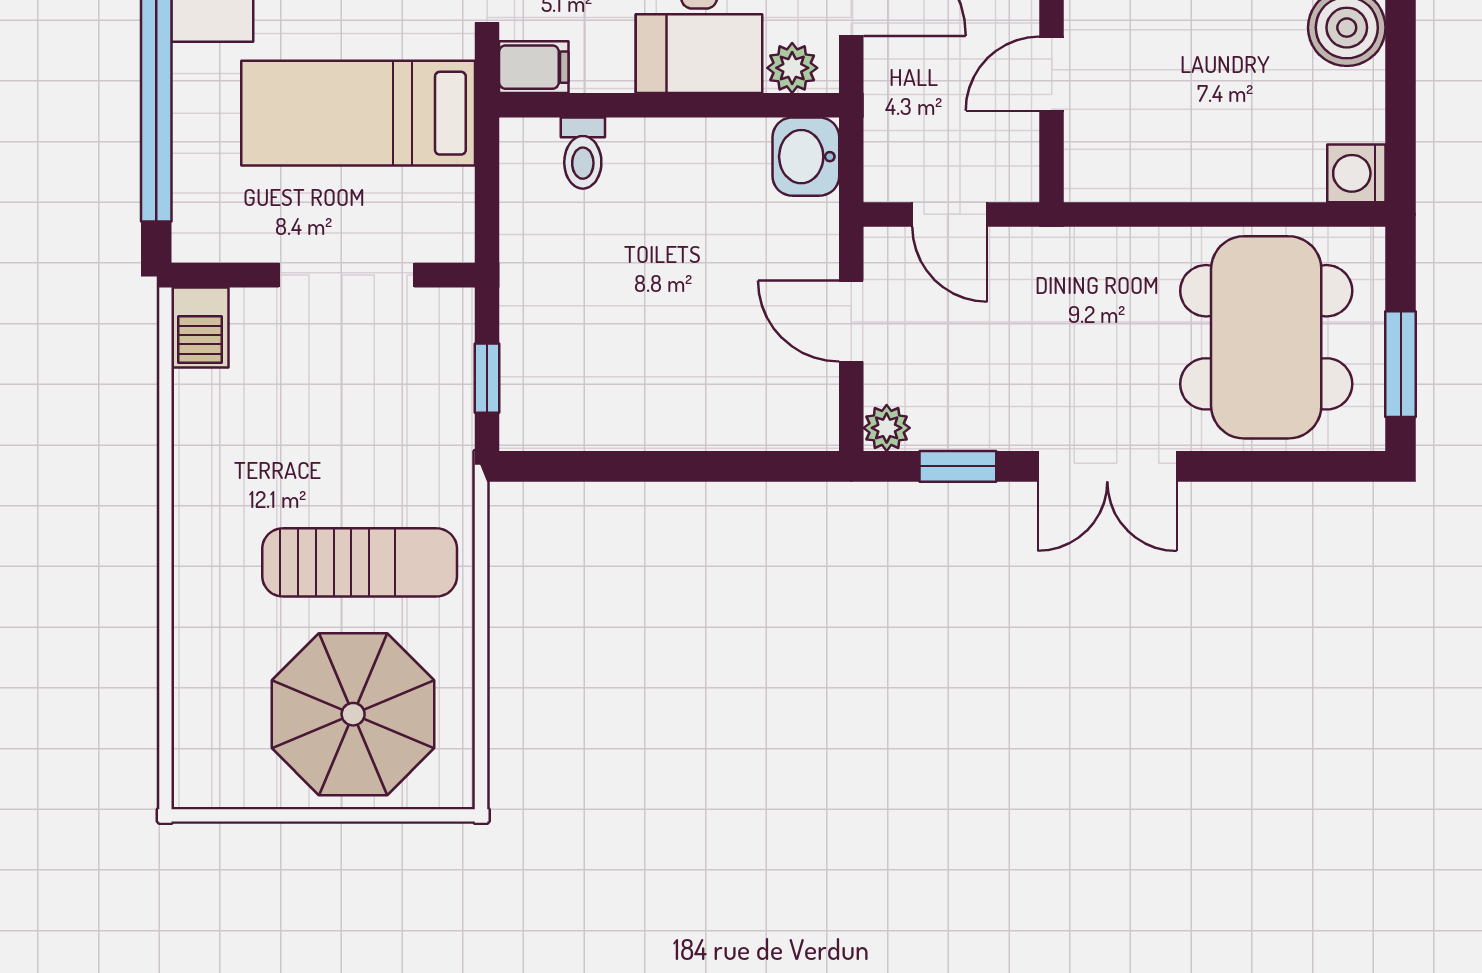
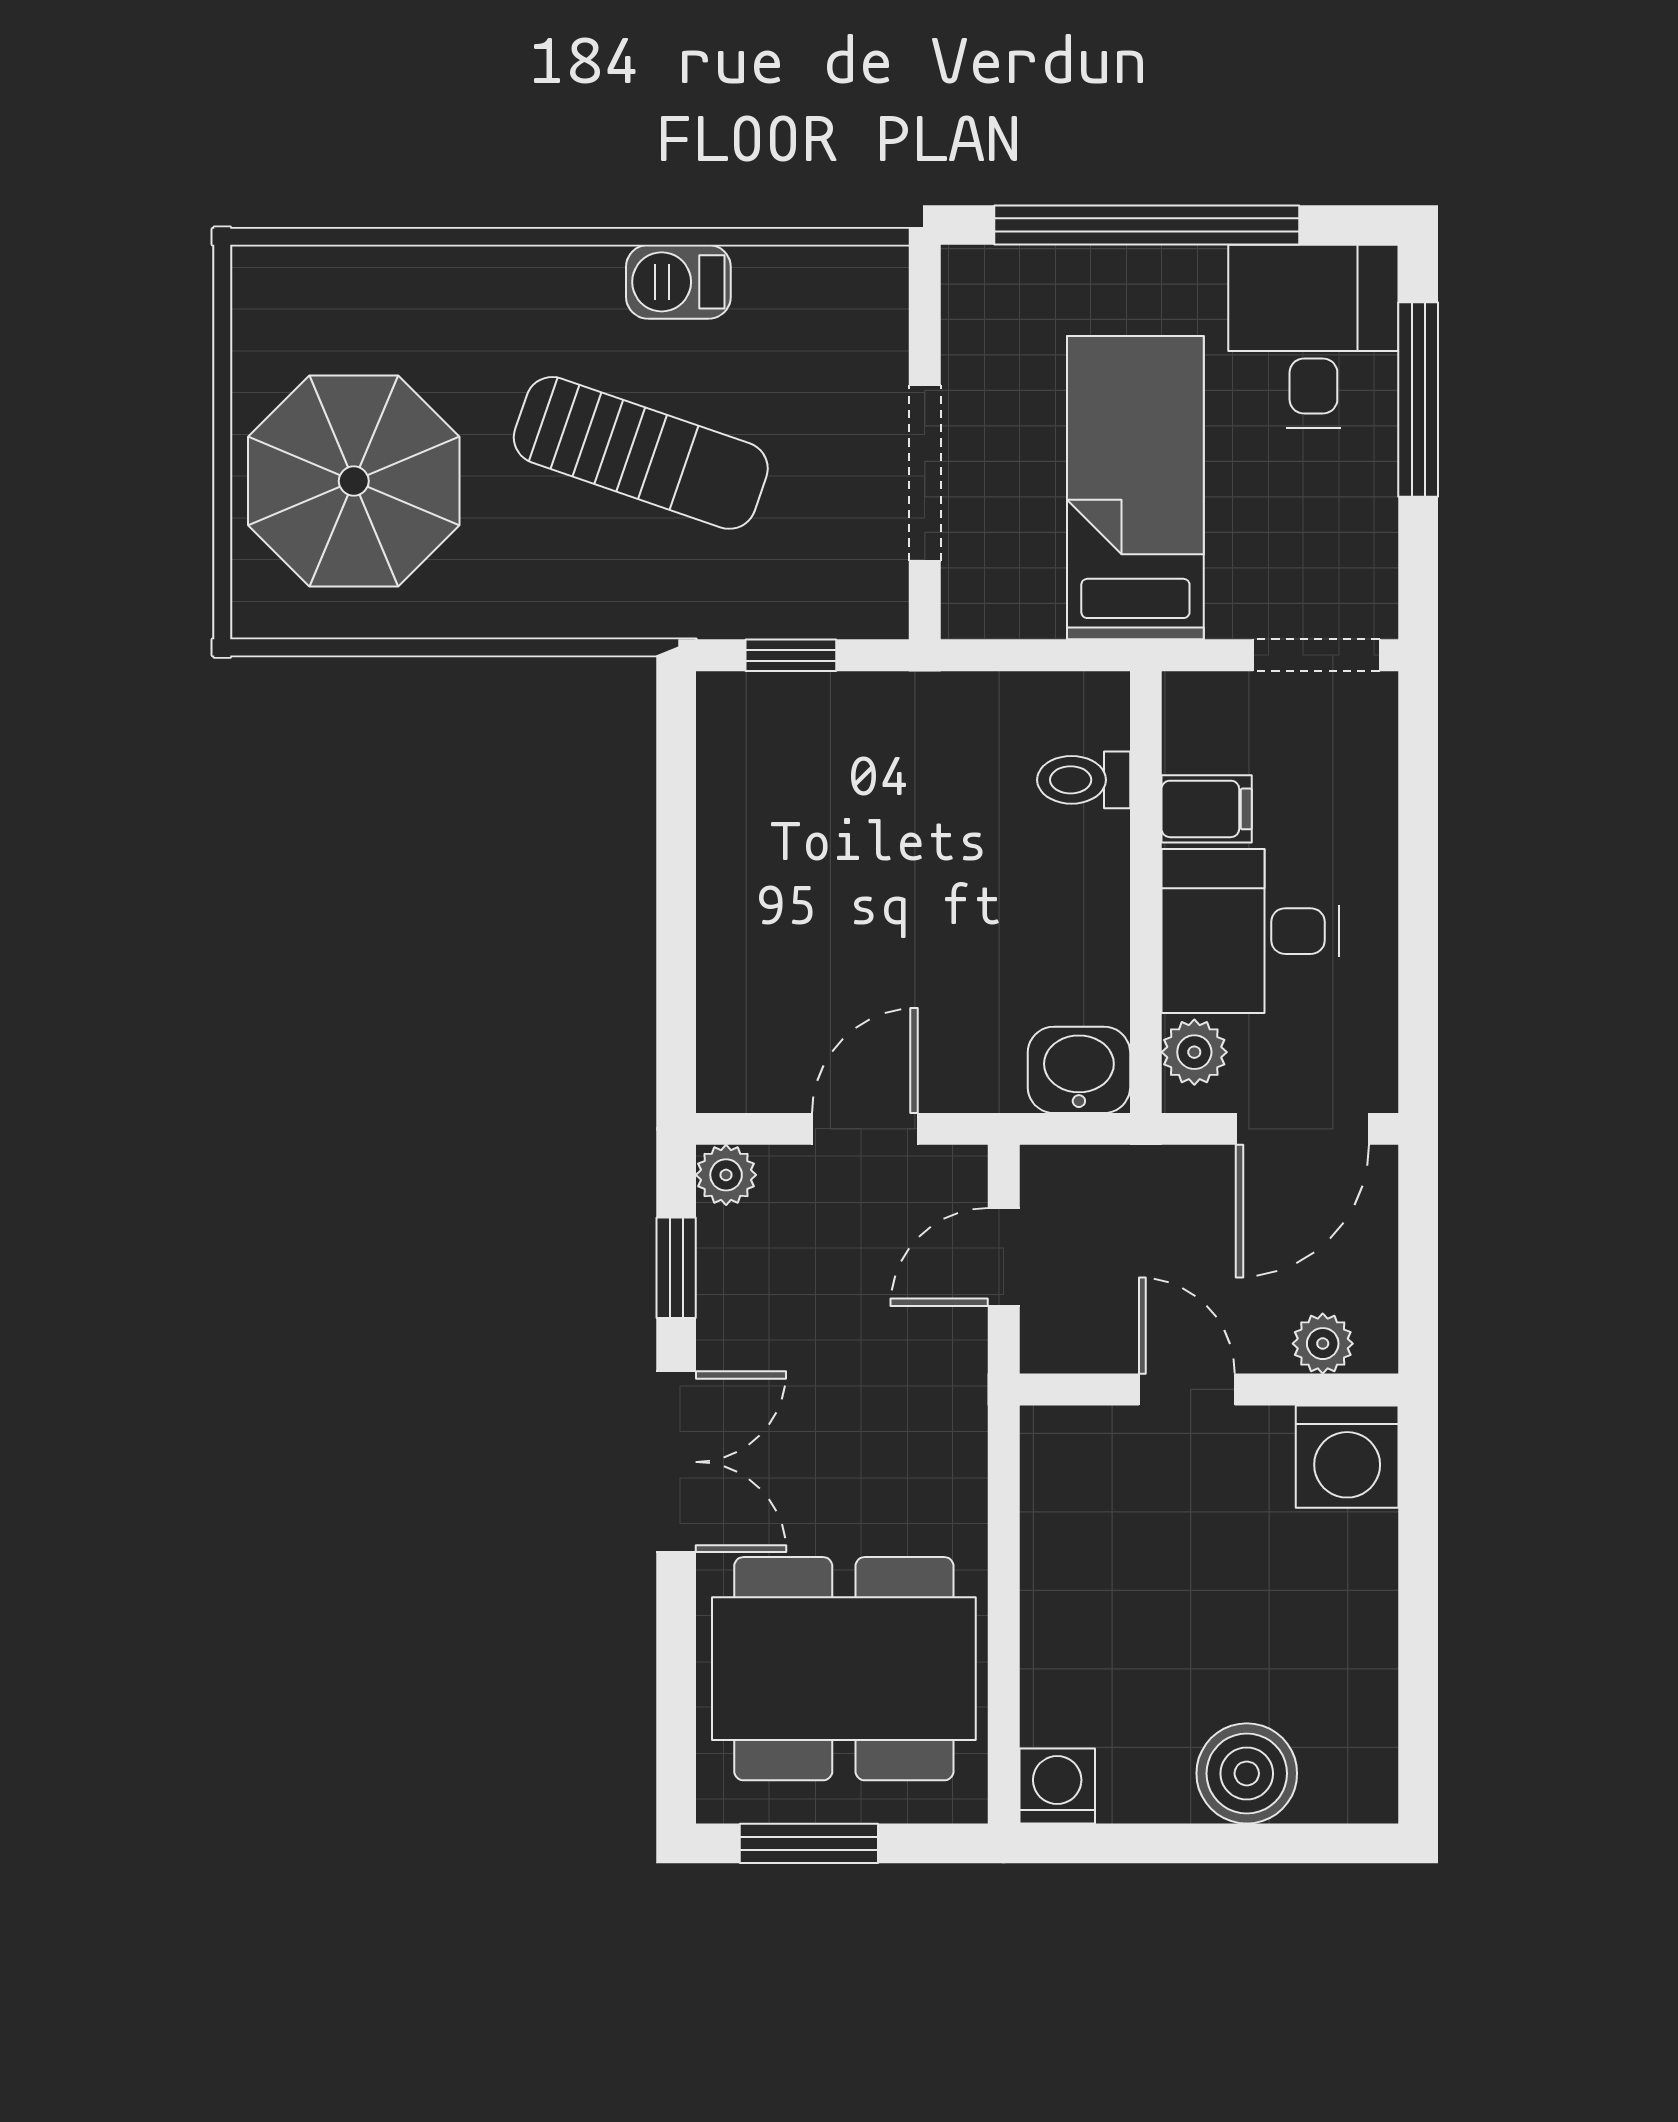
filing cabinet: (534, 67) -> (1207, 809), moved, turned -90
barbecue: (200, 327) -> (678, 282), moved
double door: (1107, 466) -> (676, 1462), swing flipped
sun lounger: (360, 562) -> (641, 453), moved, turned -71

